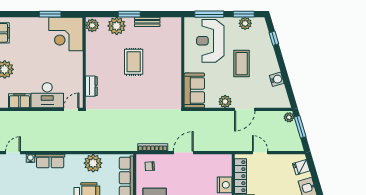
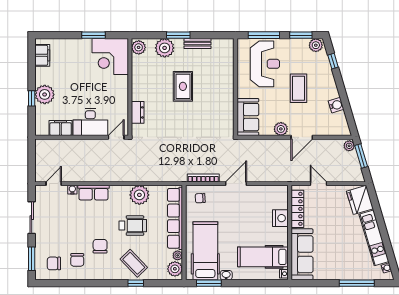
plant: (245, 23) -> (316, 45), moved
reception desk: (210, 41) -> (265, 64), turned 180
fridge: (301, 167) -> (360, 200), width x1.88, depth x1.34

